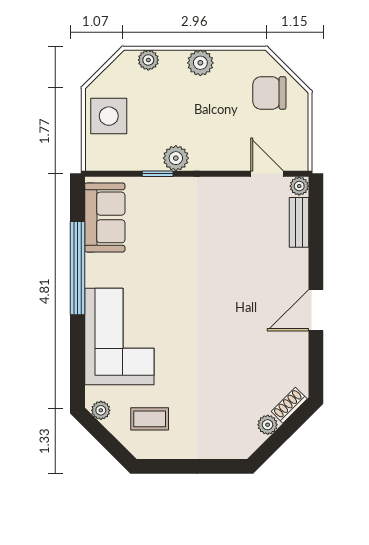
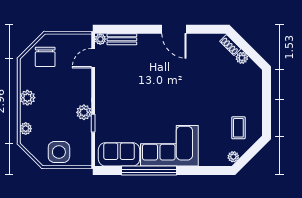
corner sofa: (119, 337) -> (169, 146), moved

